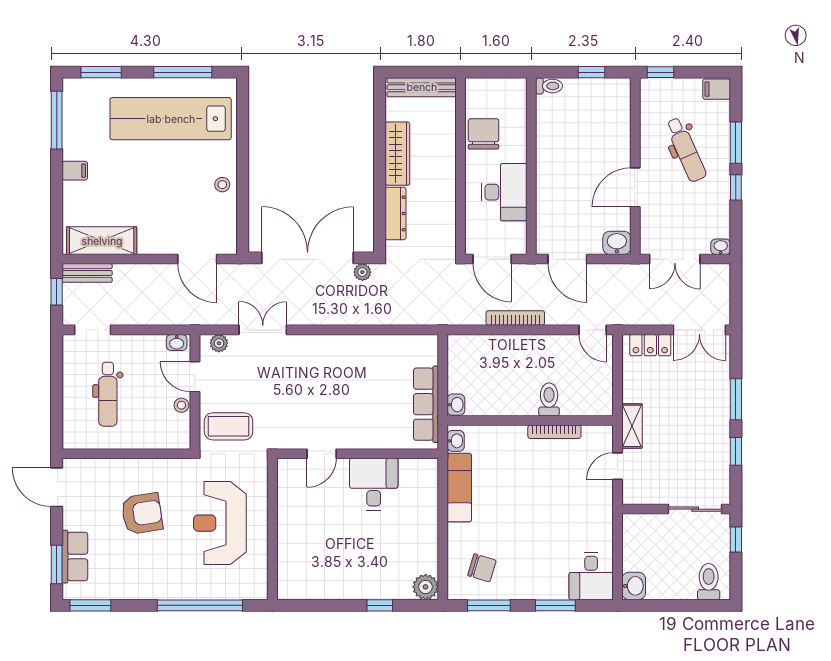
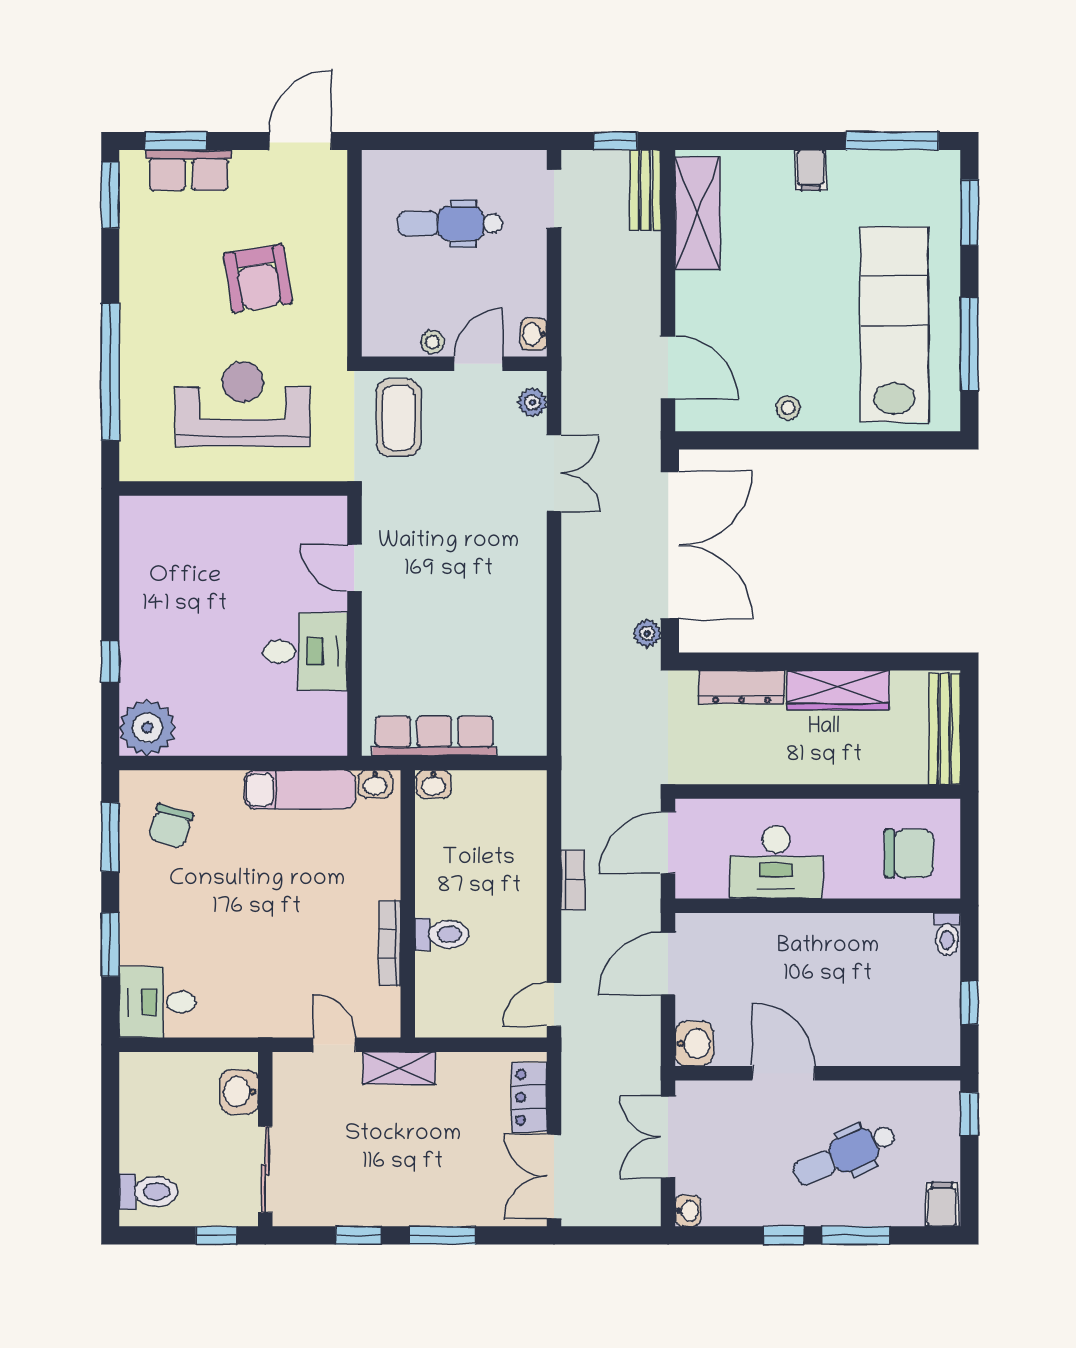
chair: (484, 134) -> (909, 853), moved
door: (197, 259) -> (668, 368), swing flipped
bookcase: (515, 318) -> (573, 880), width x0.64
washbasin: (634, 586) -> (239, 1092), moved, turned 90
plant: (426, 587) -> (147, 728), width x1.36, depth x1.36

